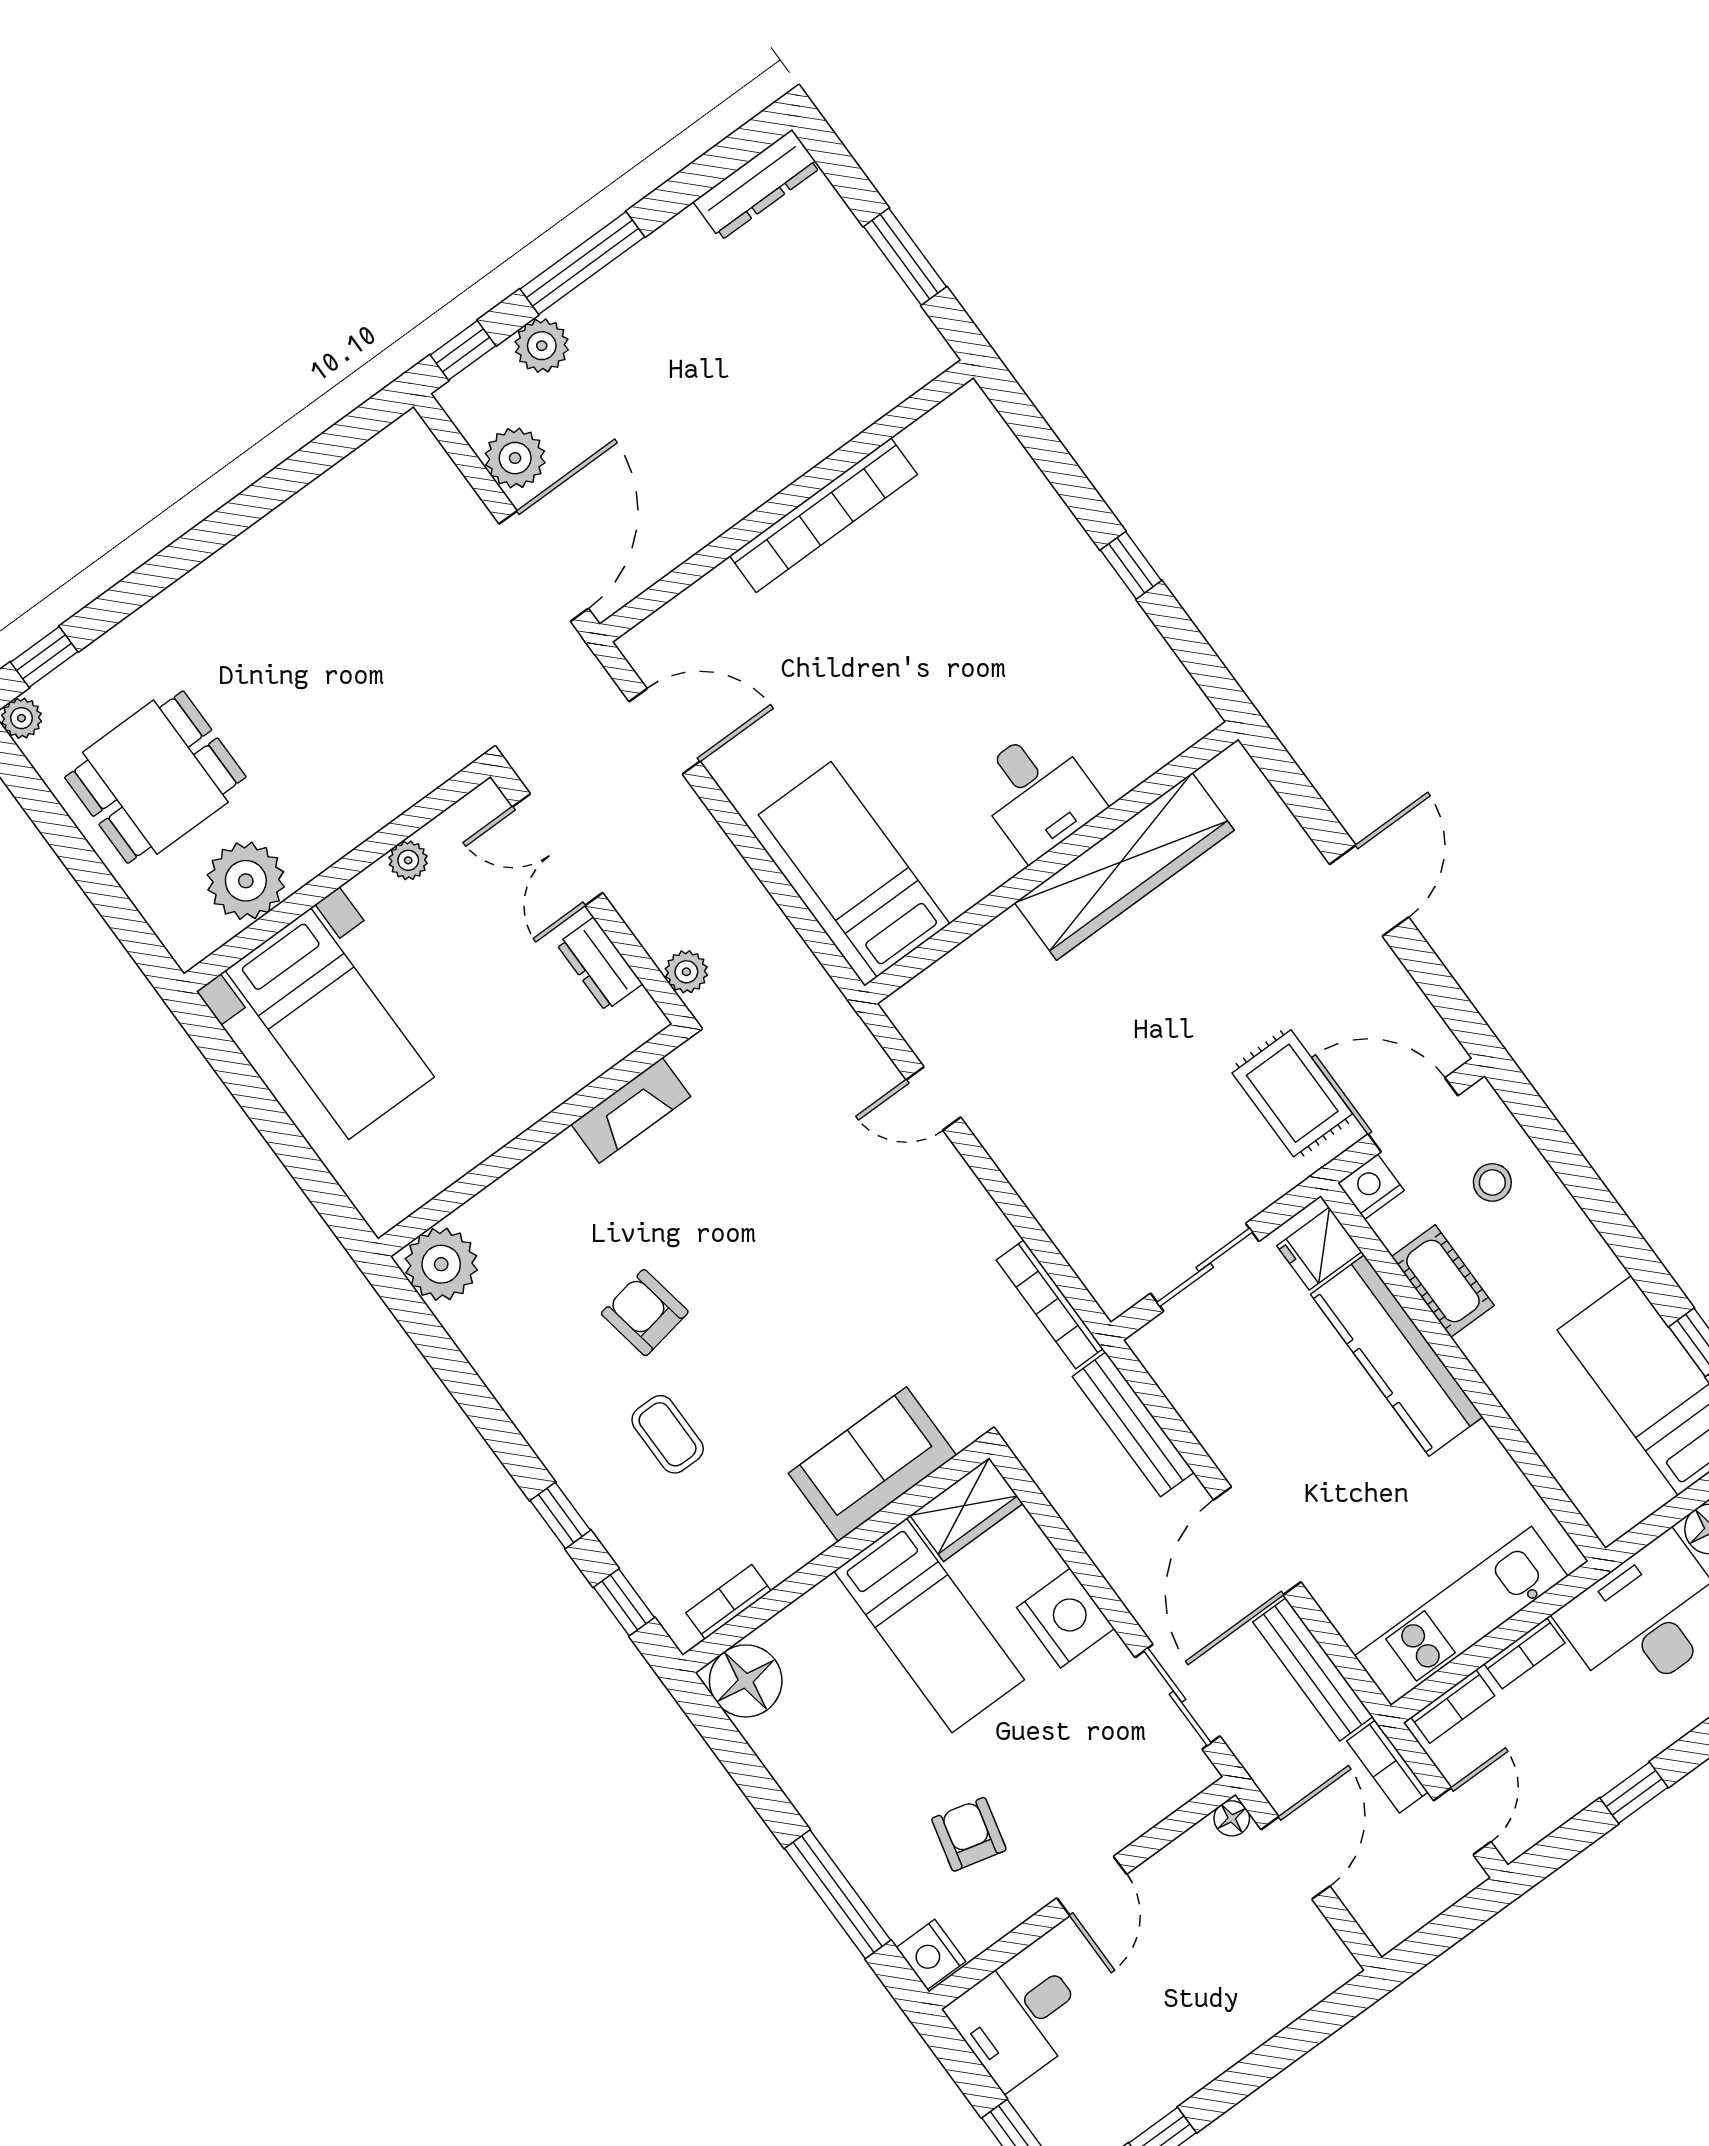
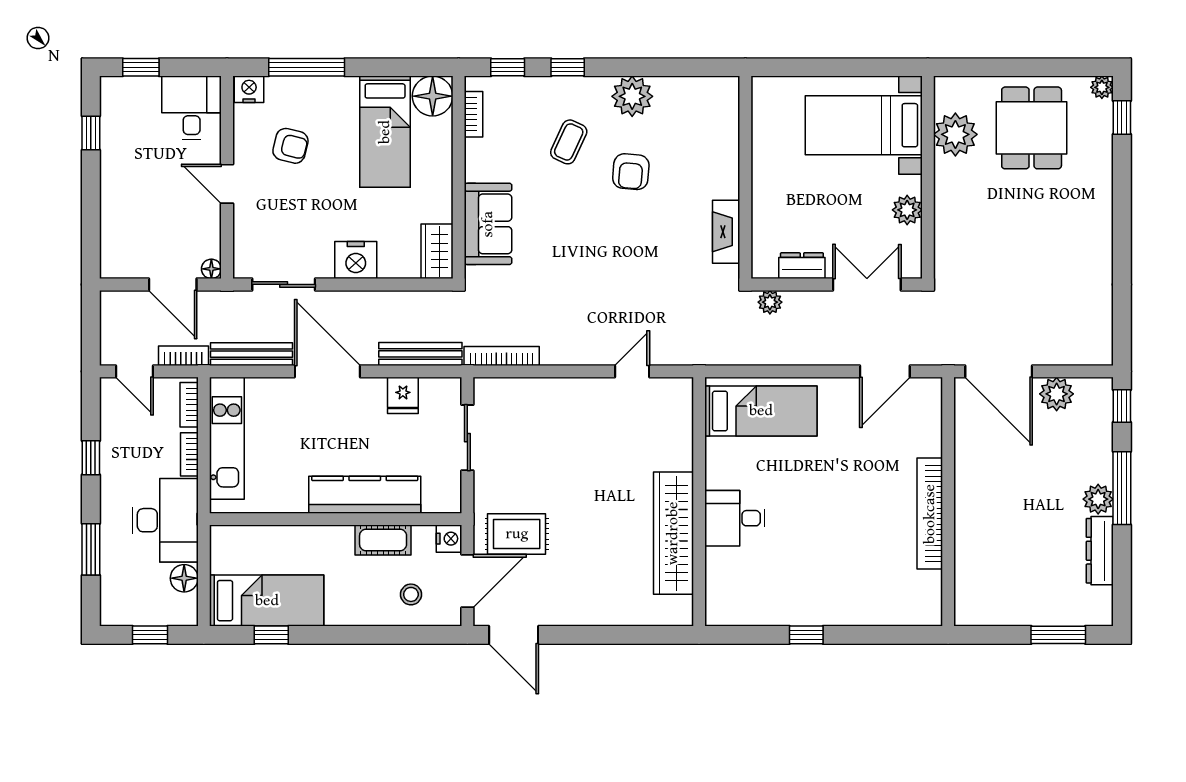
dresser: (757, 185) -> (1100, 551), moved
window: (905, 257) -> (1058, 635), moved
plant: (542, 346) -> (1098, 499), moved
plant: (408, 860) -> (907, 210), width x1.38, depth x1.38
door: (1369, 891) -> (514, 635), moved
fridge: (1319, 1249) -> (403, 395), moved, turned 180
plant: (441, 1264) -> (632, 96), moved
armchair: (645, 1313) -> (631, 172), turned 105
coffee table: (668, 1434) -> (569, 142), turned -65
bed: (929, 1625) -> (385, 132), moved, turned -90

